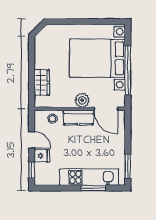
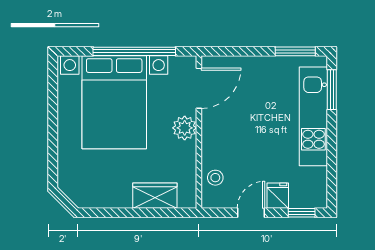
kitchen counter: (79, 118) -> (214, 134), removed
window: (93, 188) -> (332, 90), moved

